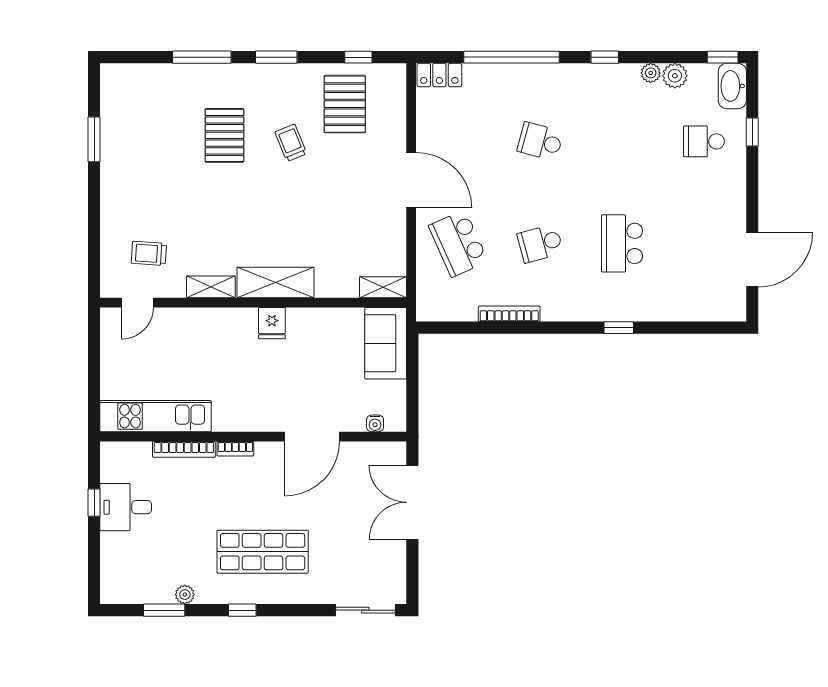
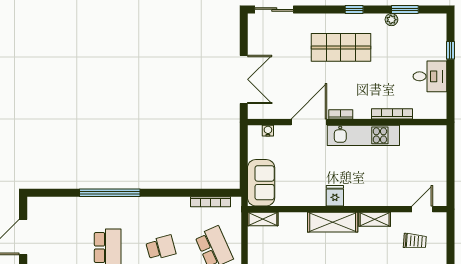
bookcase: (509, 314) -> (210, 202), moved
window: (619, 328) -> (110, 193), width x3.17
kitchen unit: (156, 416) -> (363, 135), moved
bookcase: (235, 449) -> (341, 114), moved
window: (94, 503) -> (450, 50), moved

